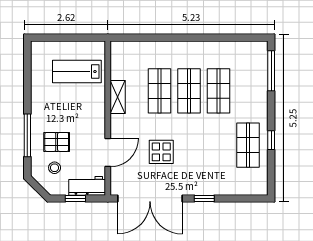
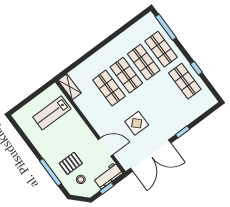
shop shelf: (248, 91) -> (161, 49), added
shelving: (118, 97) -> (70, 87), moved
door: (108, 153) -> (106, 147), hinge flipped

